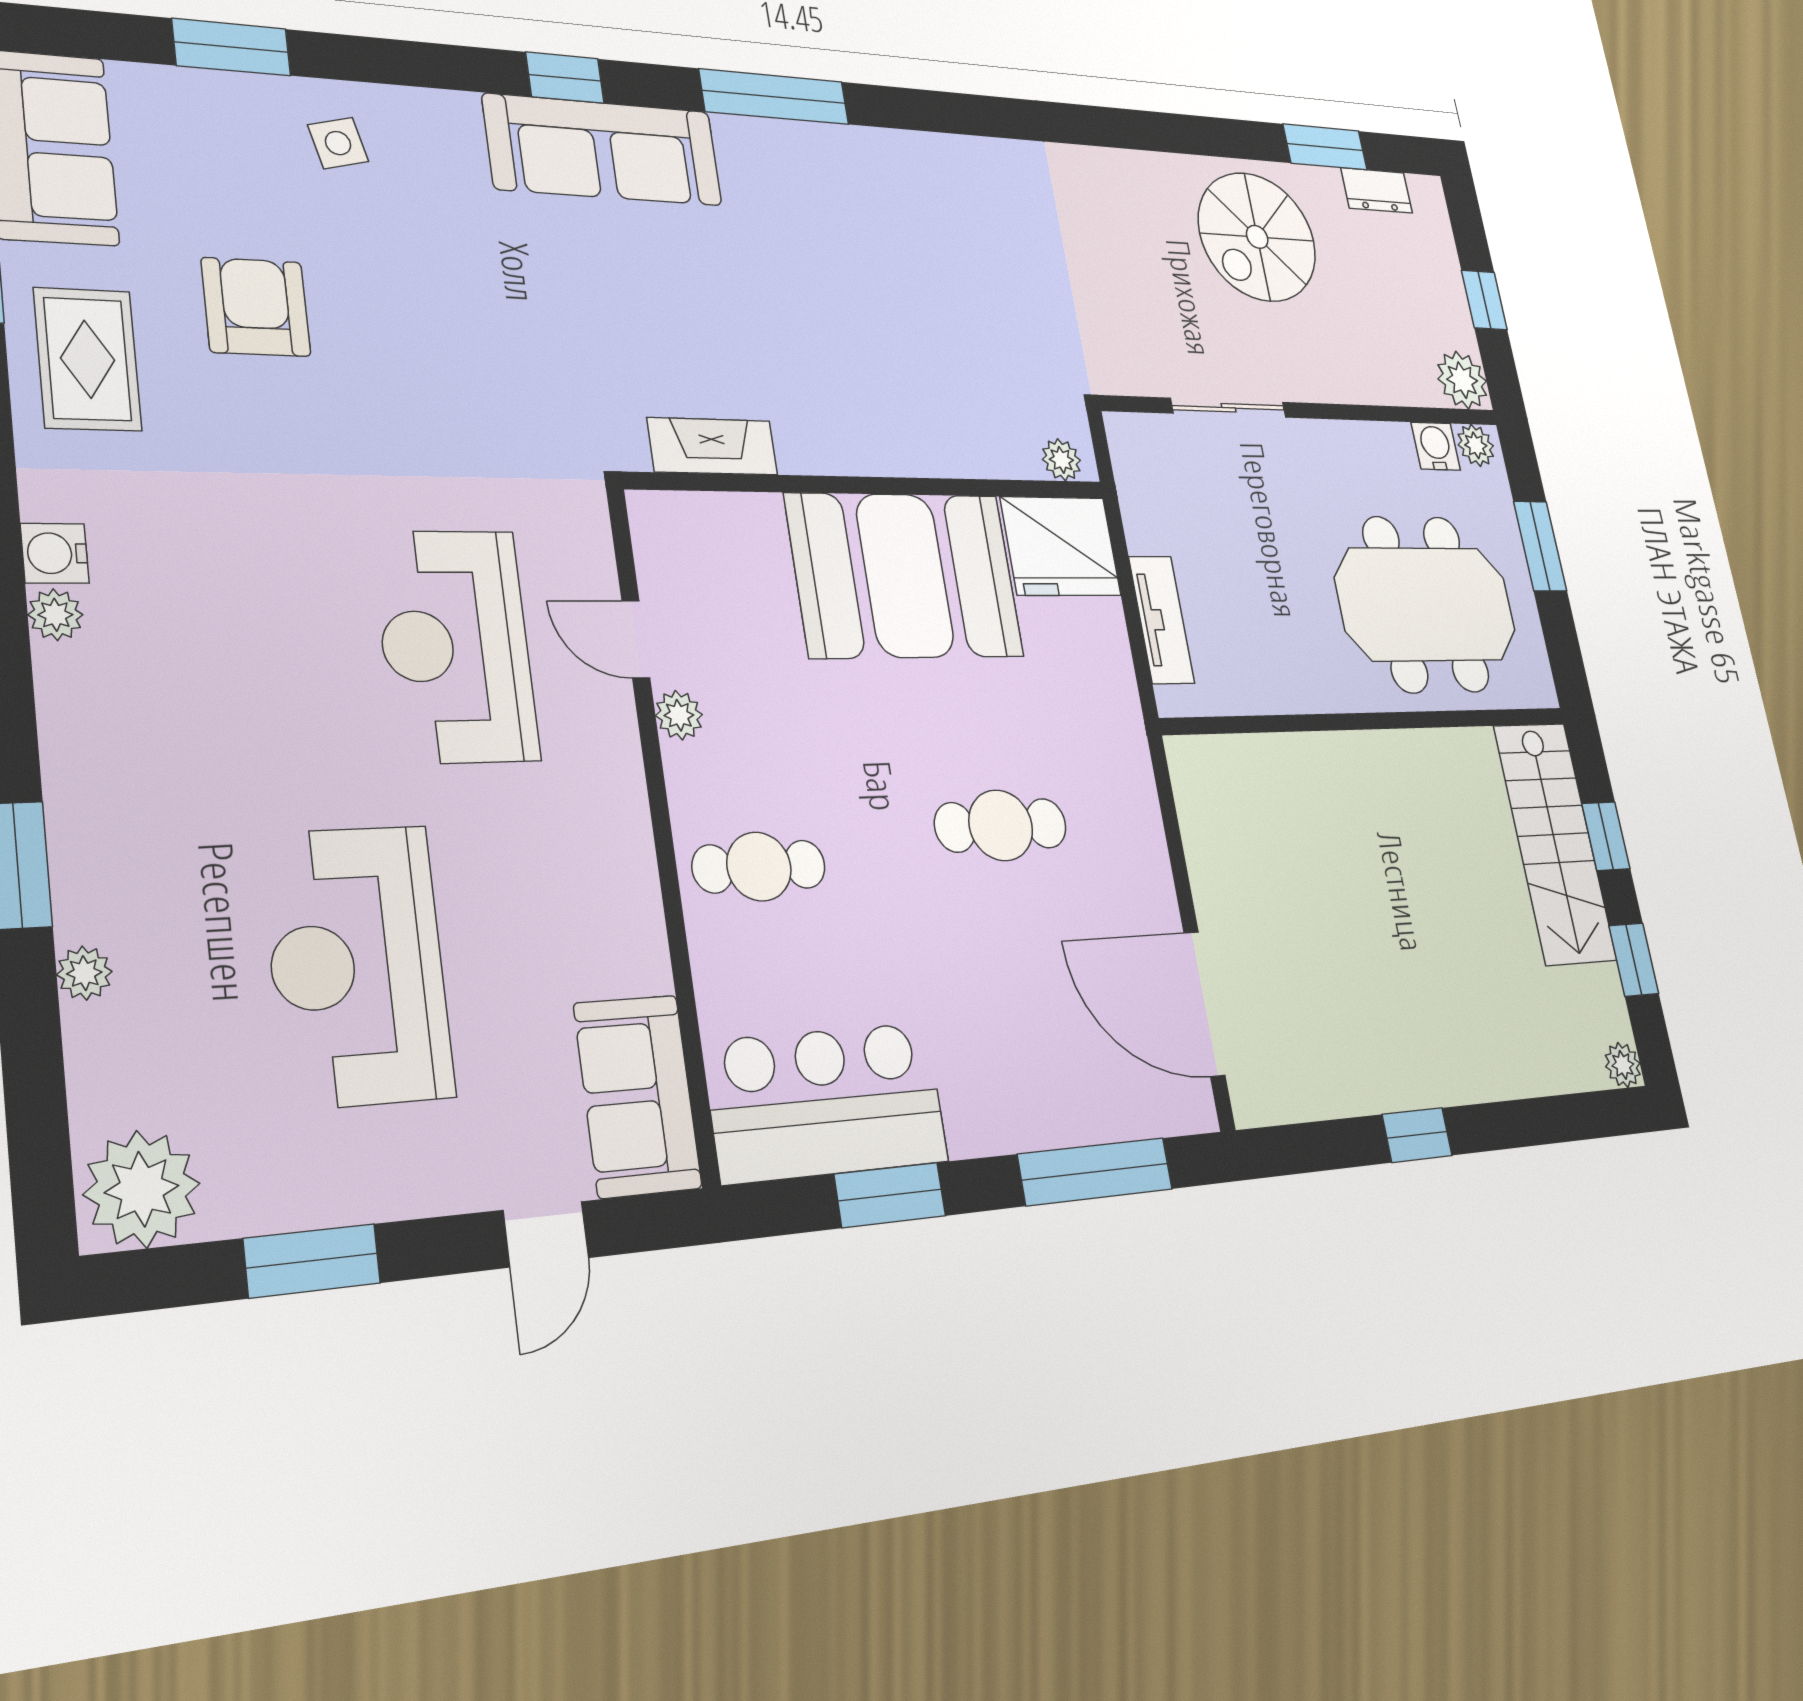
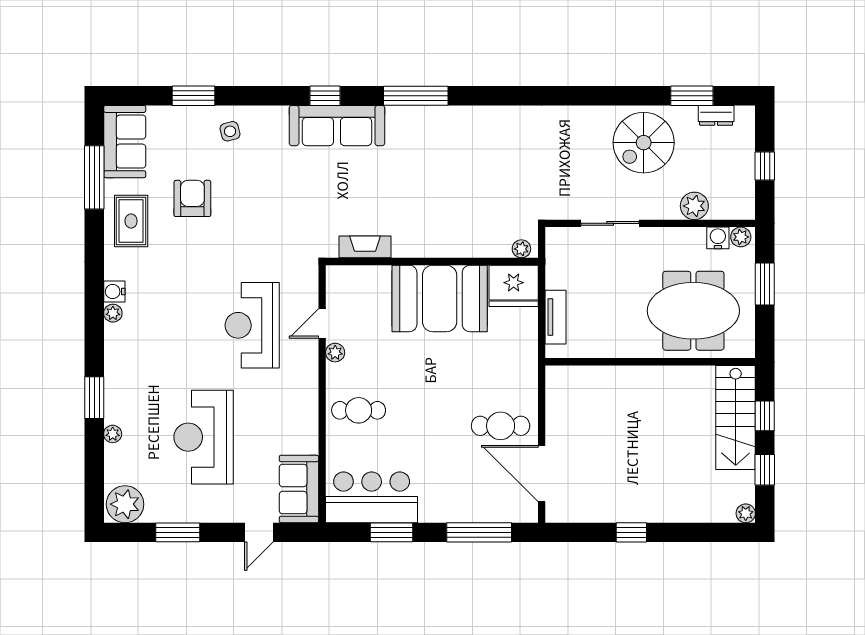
plant: (1462, 380) -> (694, 206), moved
door: (636, 639) -> (322, 323), hinge flipped
cafe table: (1001, 825) -> (501, 426), moved

